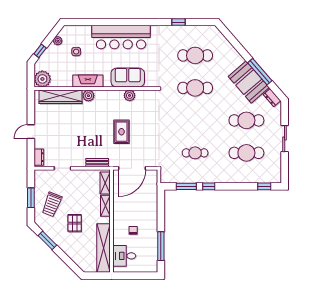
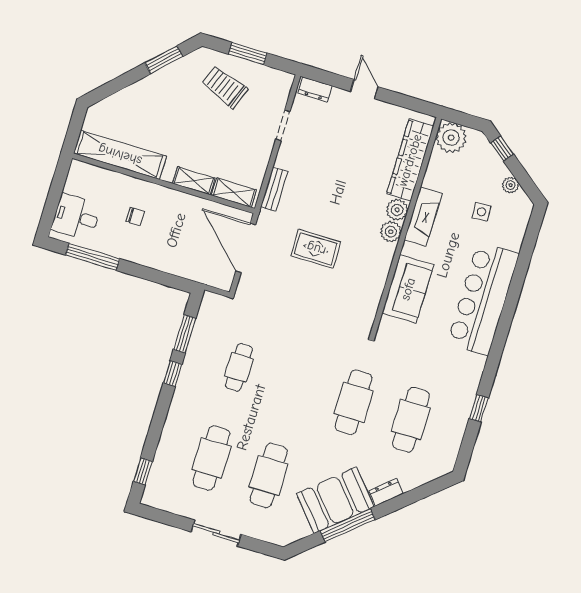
plant: (130, 95) -> (391, 232), moved
dresser: (272, 98) -> (386, 492), moved
pallet: (75, 223) -> (180, 117), removed
desk: (124, 256) -> (76, 217), moved, turned -90

